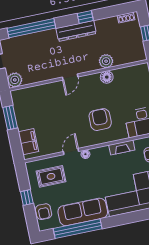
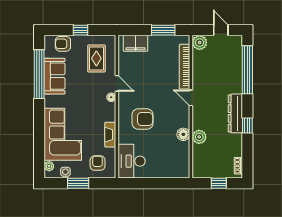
bookcase: (41, 90) -> (185, 67), added
sofa: (83, 212) -> (55, 76), width x0.73

